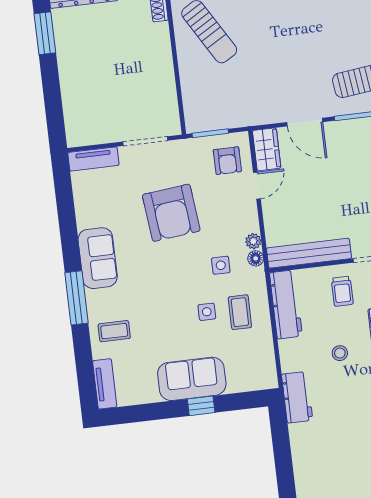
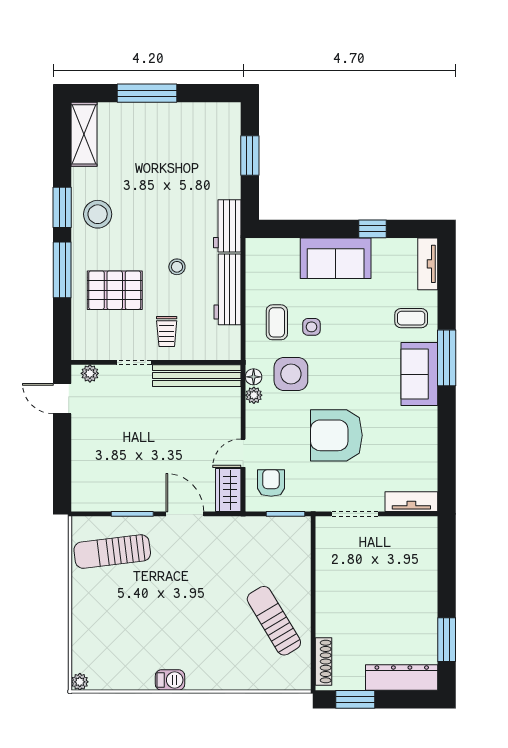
armchair: (171, 213) -> (336, 435), turned -84
sofa: (98, 258) -> (419, 374), moved
side table: (221, 265) -> (291, 374), width x1.87, depth x1.87
trolley: (342, 291) -> (167, 332), turned 180
workbench: (286, 304) -> (228, 289), moved
window: (201, 406) -> (372, 229), moved
window: (284, 466) -> (250, 155), added

